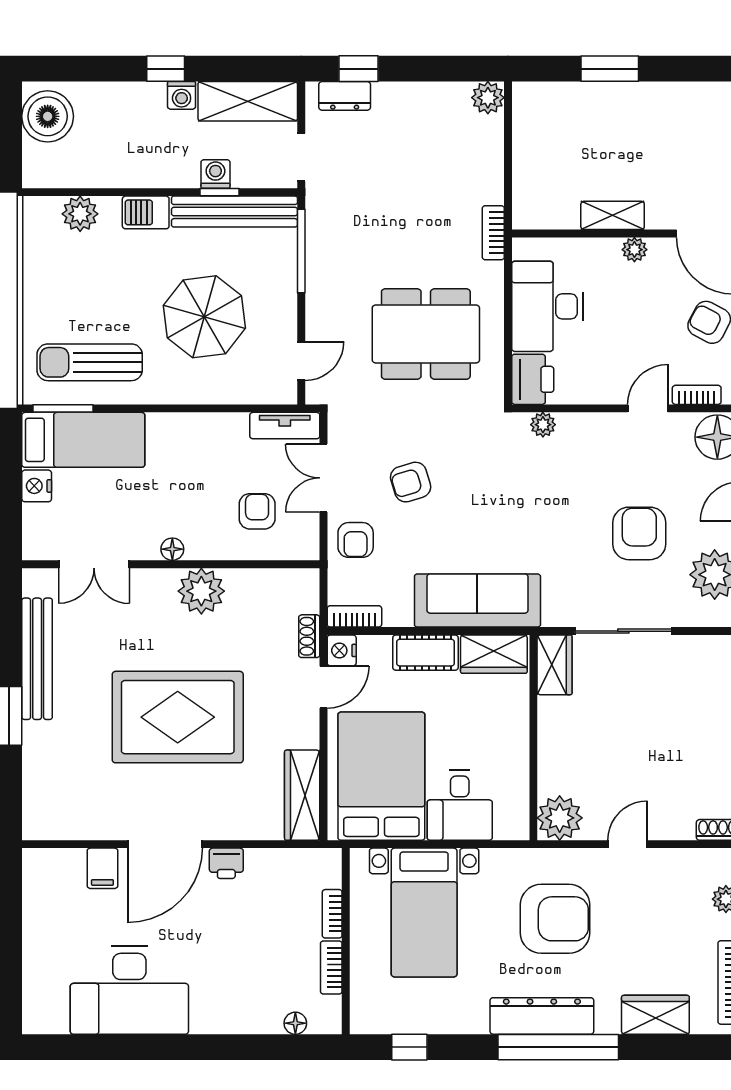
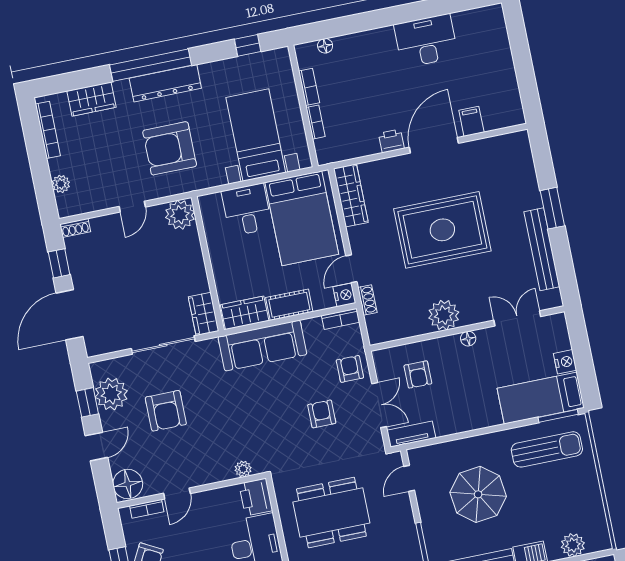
armchair: (411, 482) -> (322, 414), turned -73
desk: (129, 990) -> (426, 41), width x0.73, depth x0.77

